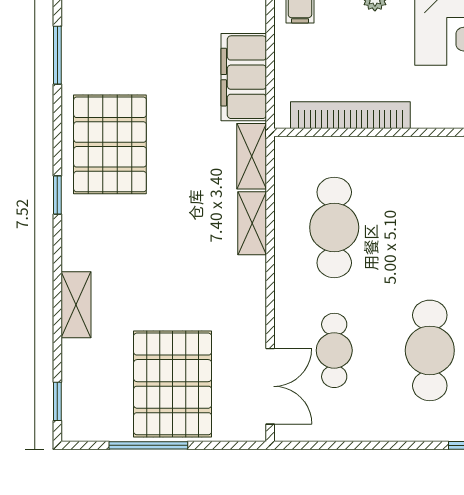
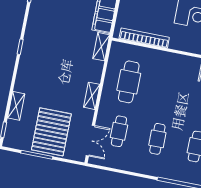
pallet: (110, 144) -> (45, 31), removed
shelving: (252, 223) -> (92, 96), moved
shelving: (76, 305) -> (16, 106), moved
cafe table: (430, 350) -> (157, 139), width x0.73, depth x0.74

